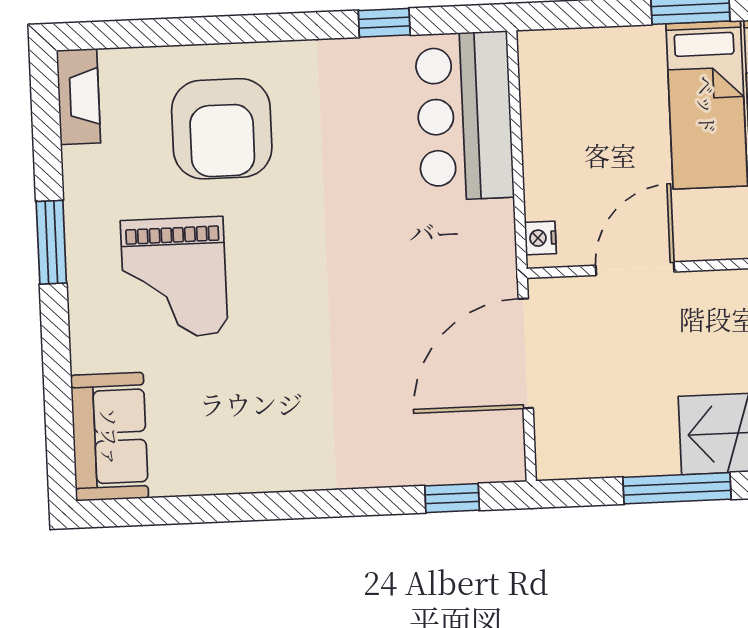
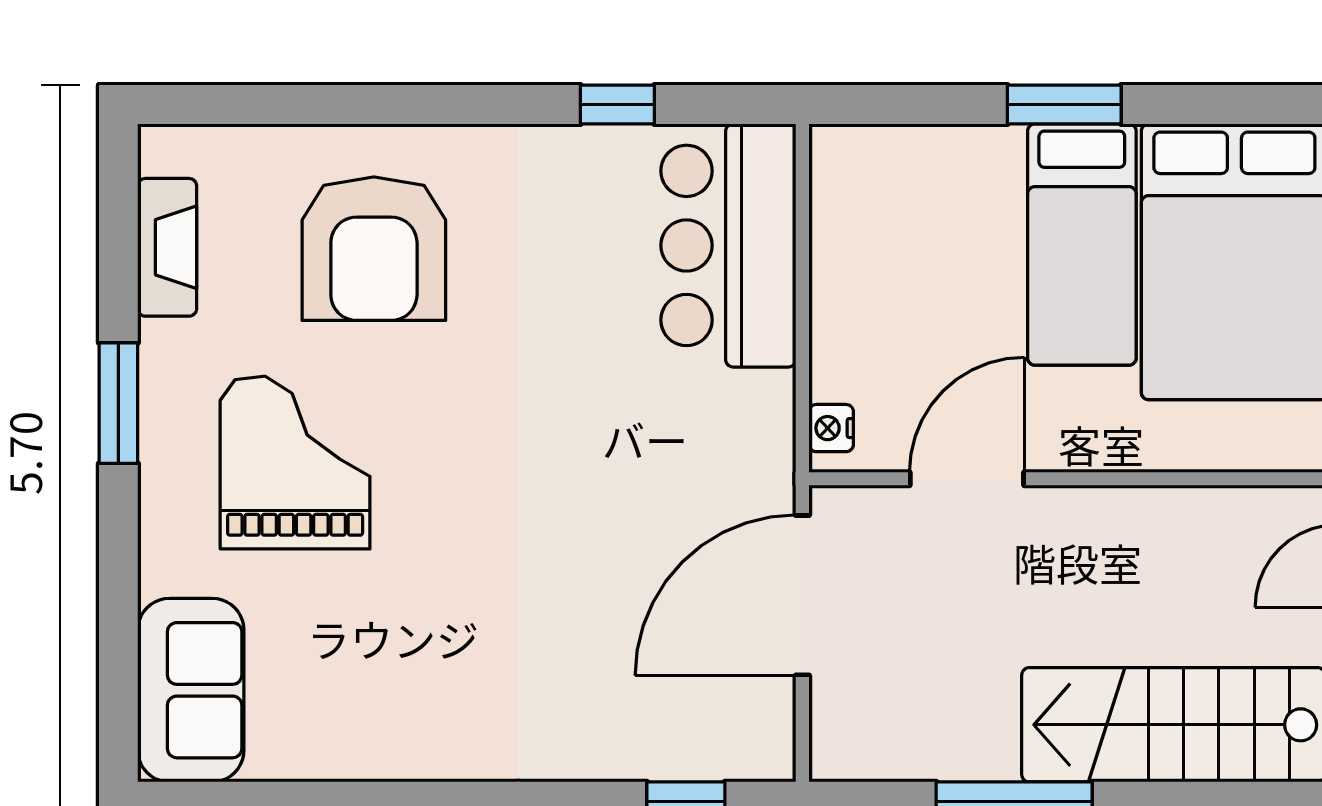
fireplace: (78, 97) -> (167, 247), moved
grand piano: (174, 278) -> (295, 463), turned 180

